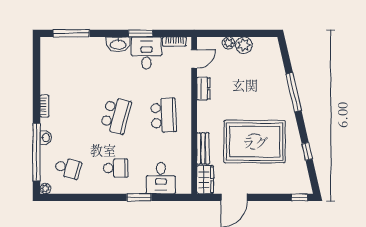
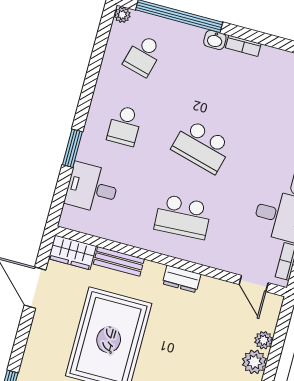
dresser: (203, 89) -> (182, 279), moved
washbasin: (46, 137) -> (215, 40), moved

